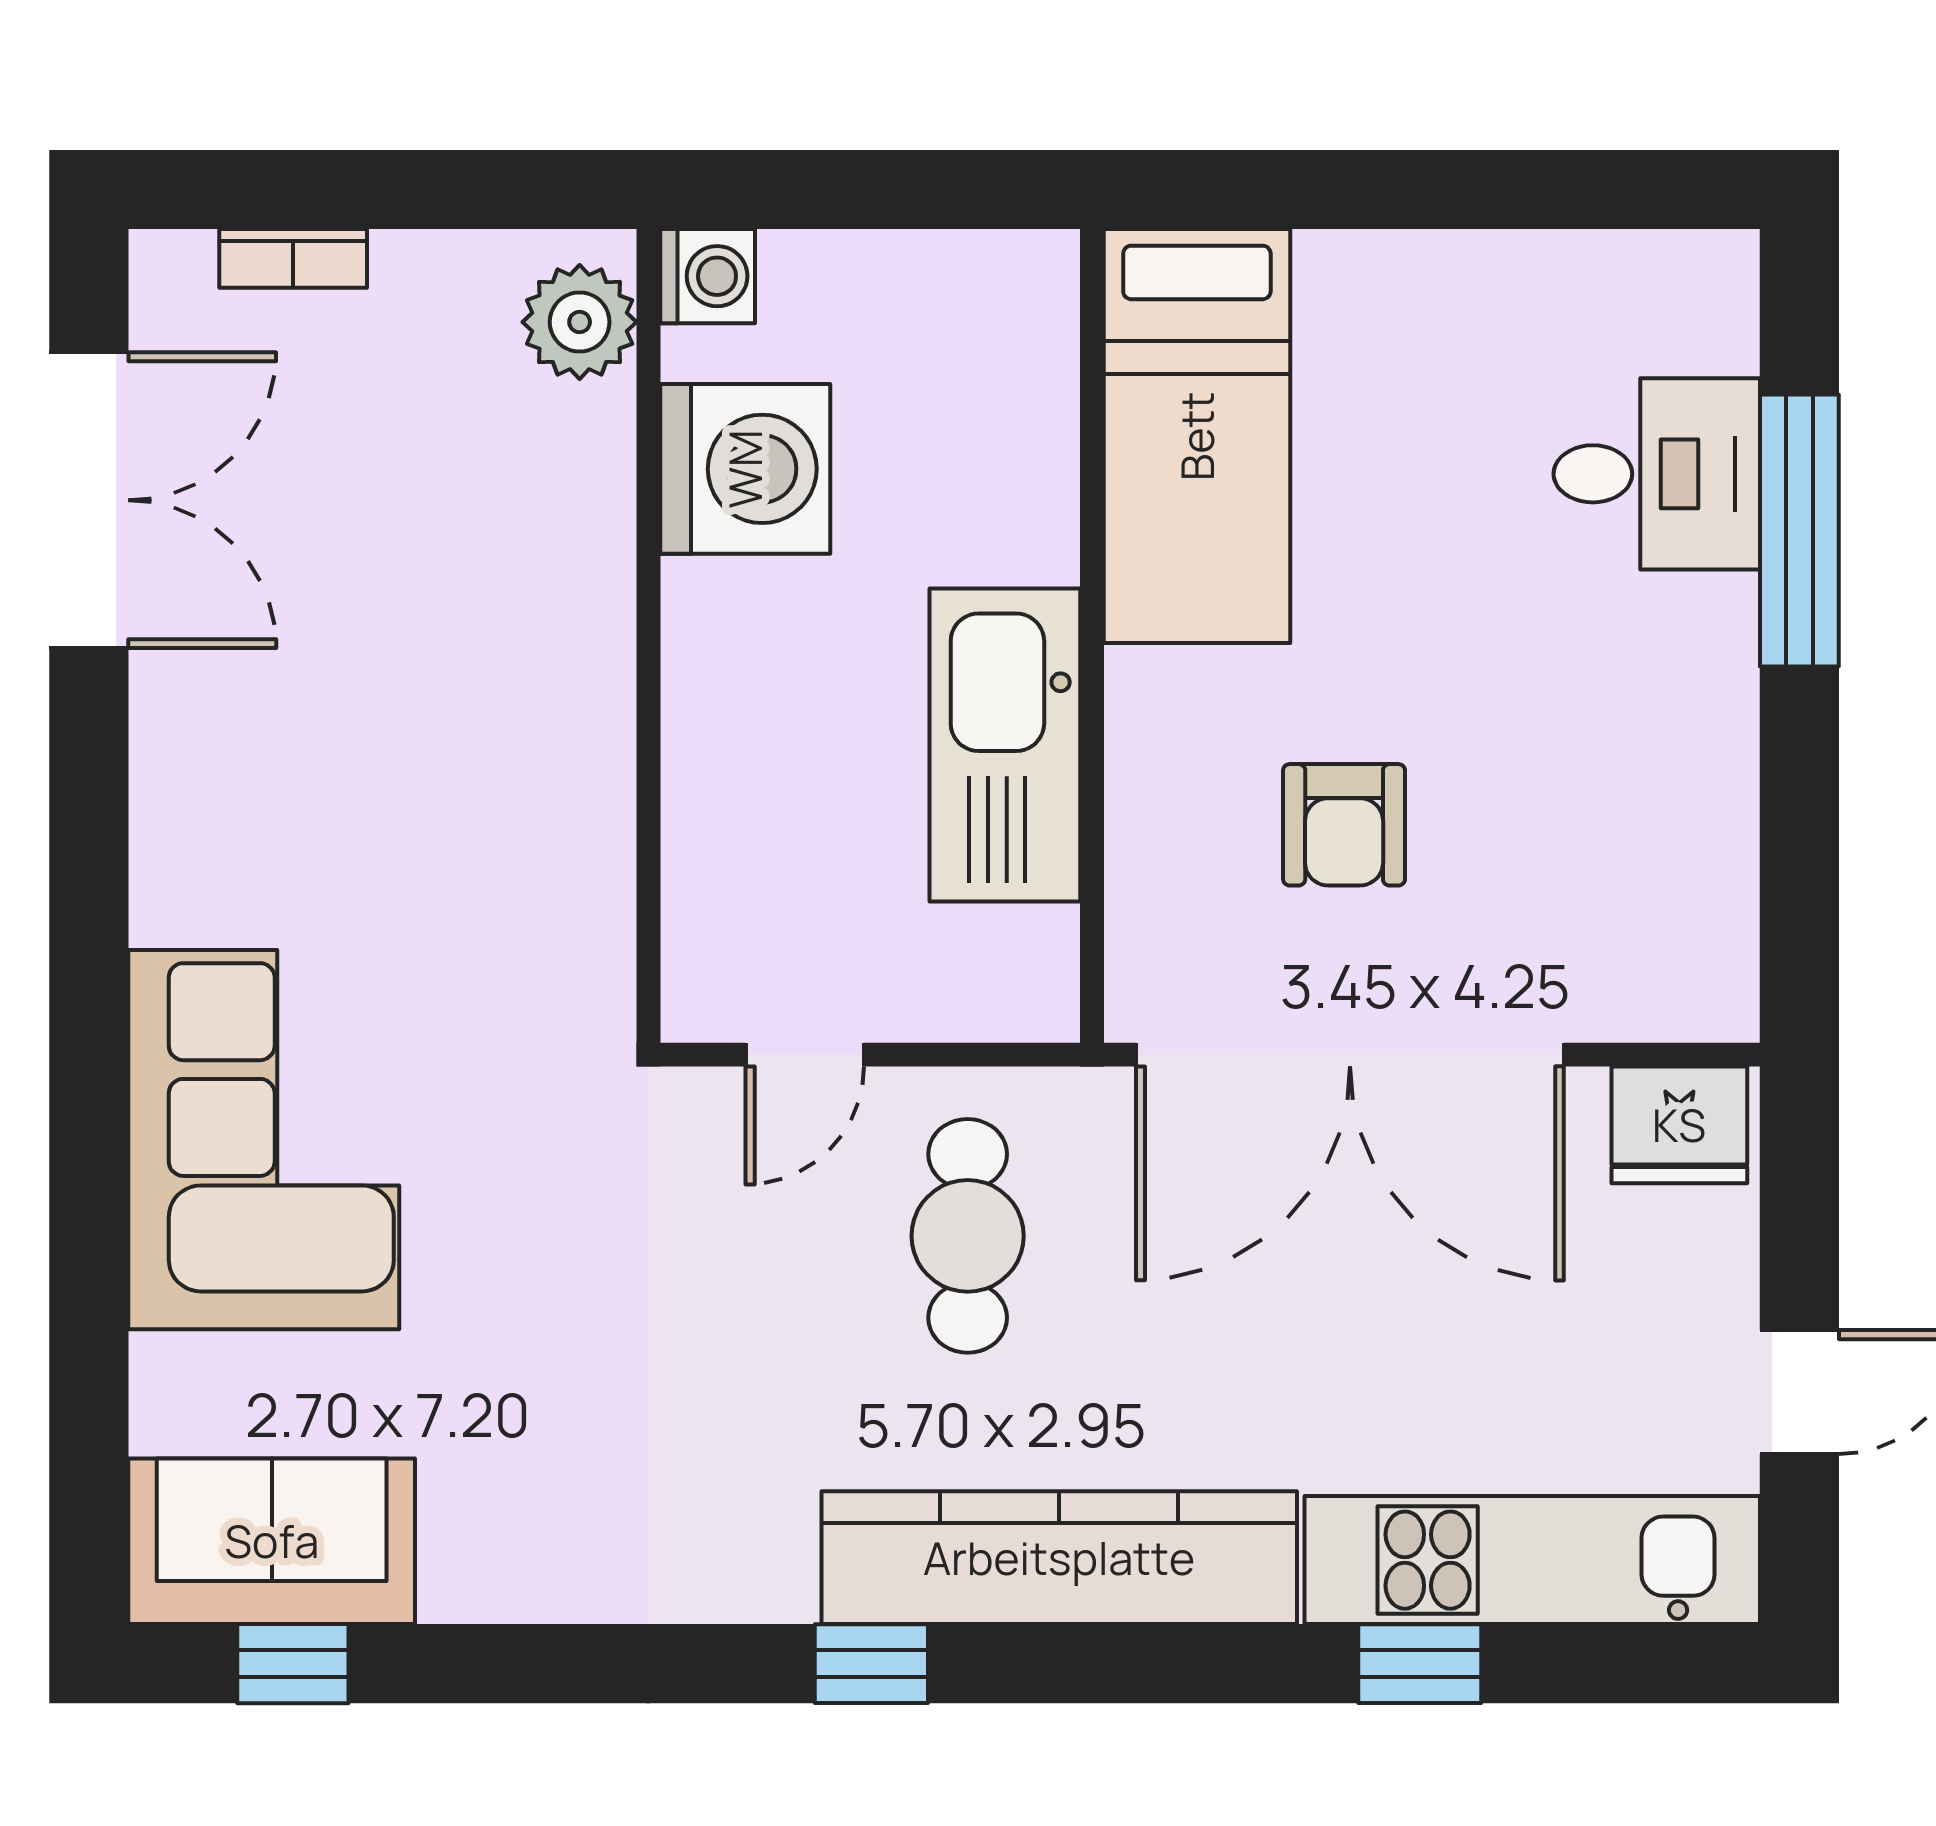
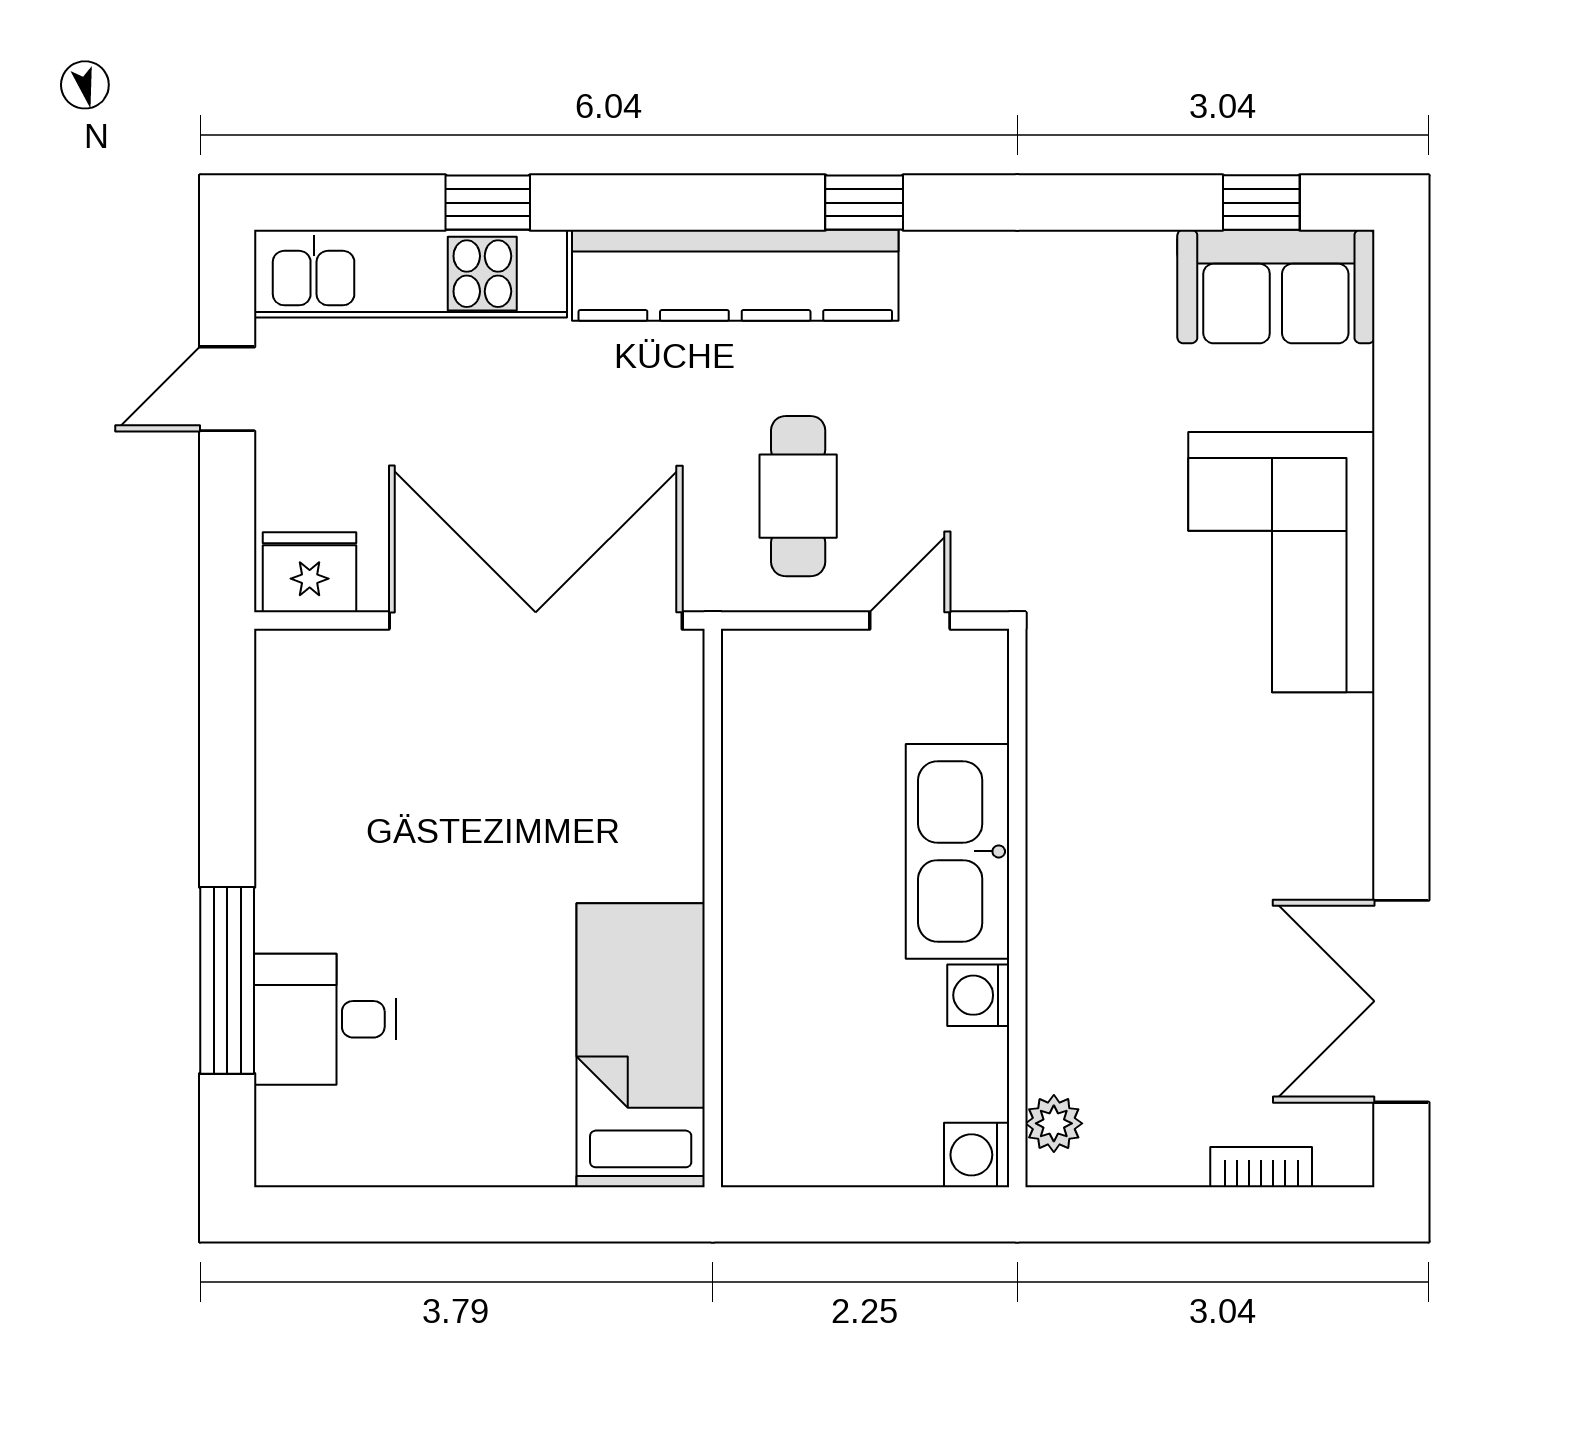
plant: (580, 322) -> (1054, 1123), width x0.73, depth x0.73
washing machine: (745, 469) -> (978, 995), width x0.53, depth x0.53
kitchen sink: (1005, 745) -> (957, 851), moved, turned 180
armchair: (1344, 825) -> (540, 778), removed

